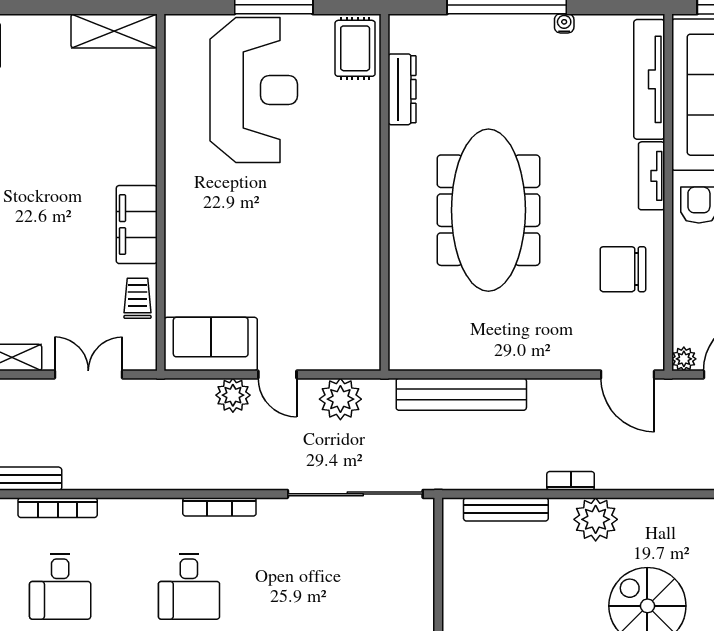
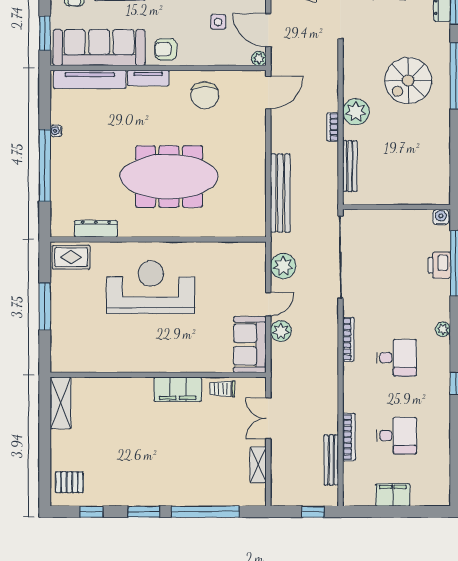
reception desk: (254, 90) -> (151, 287), moved

